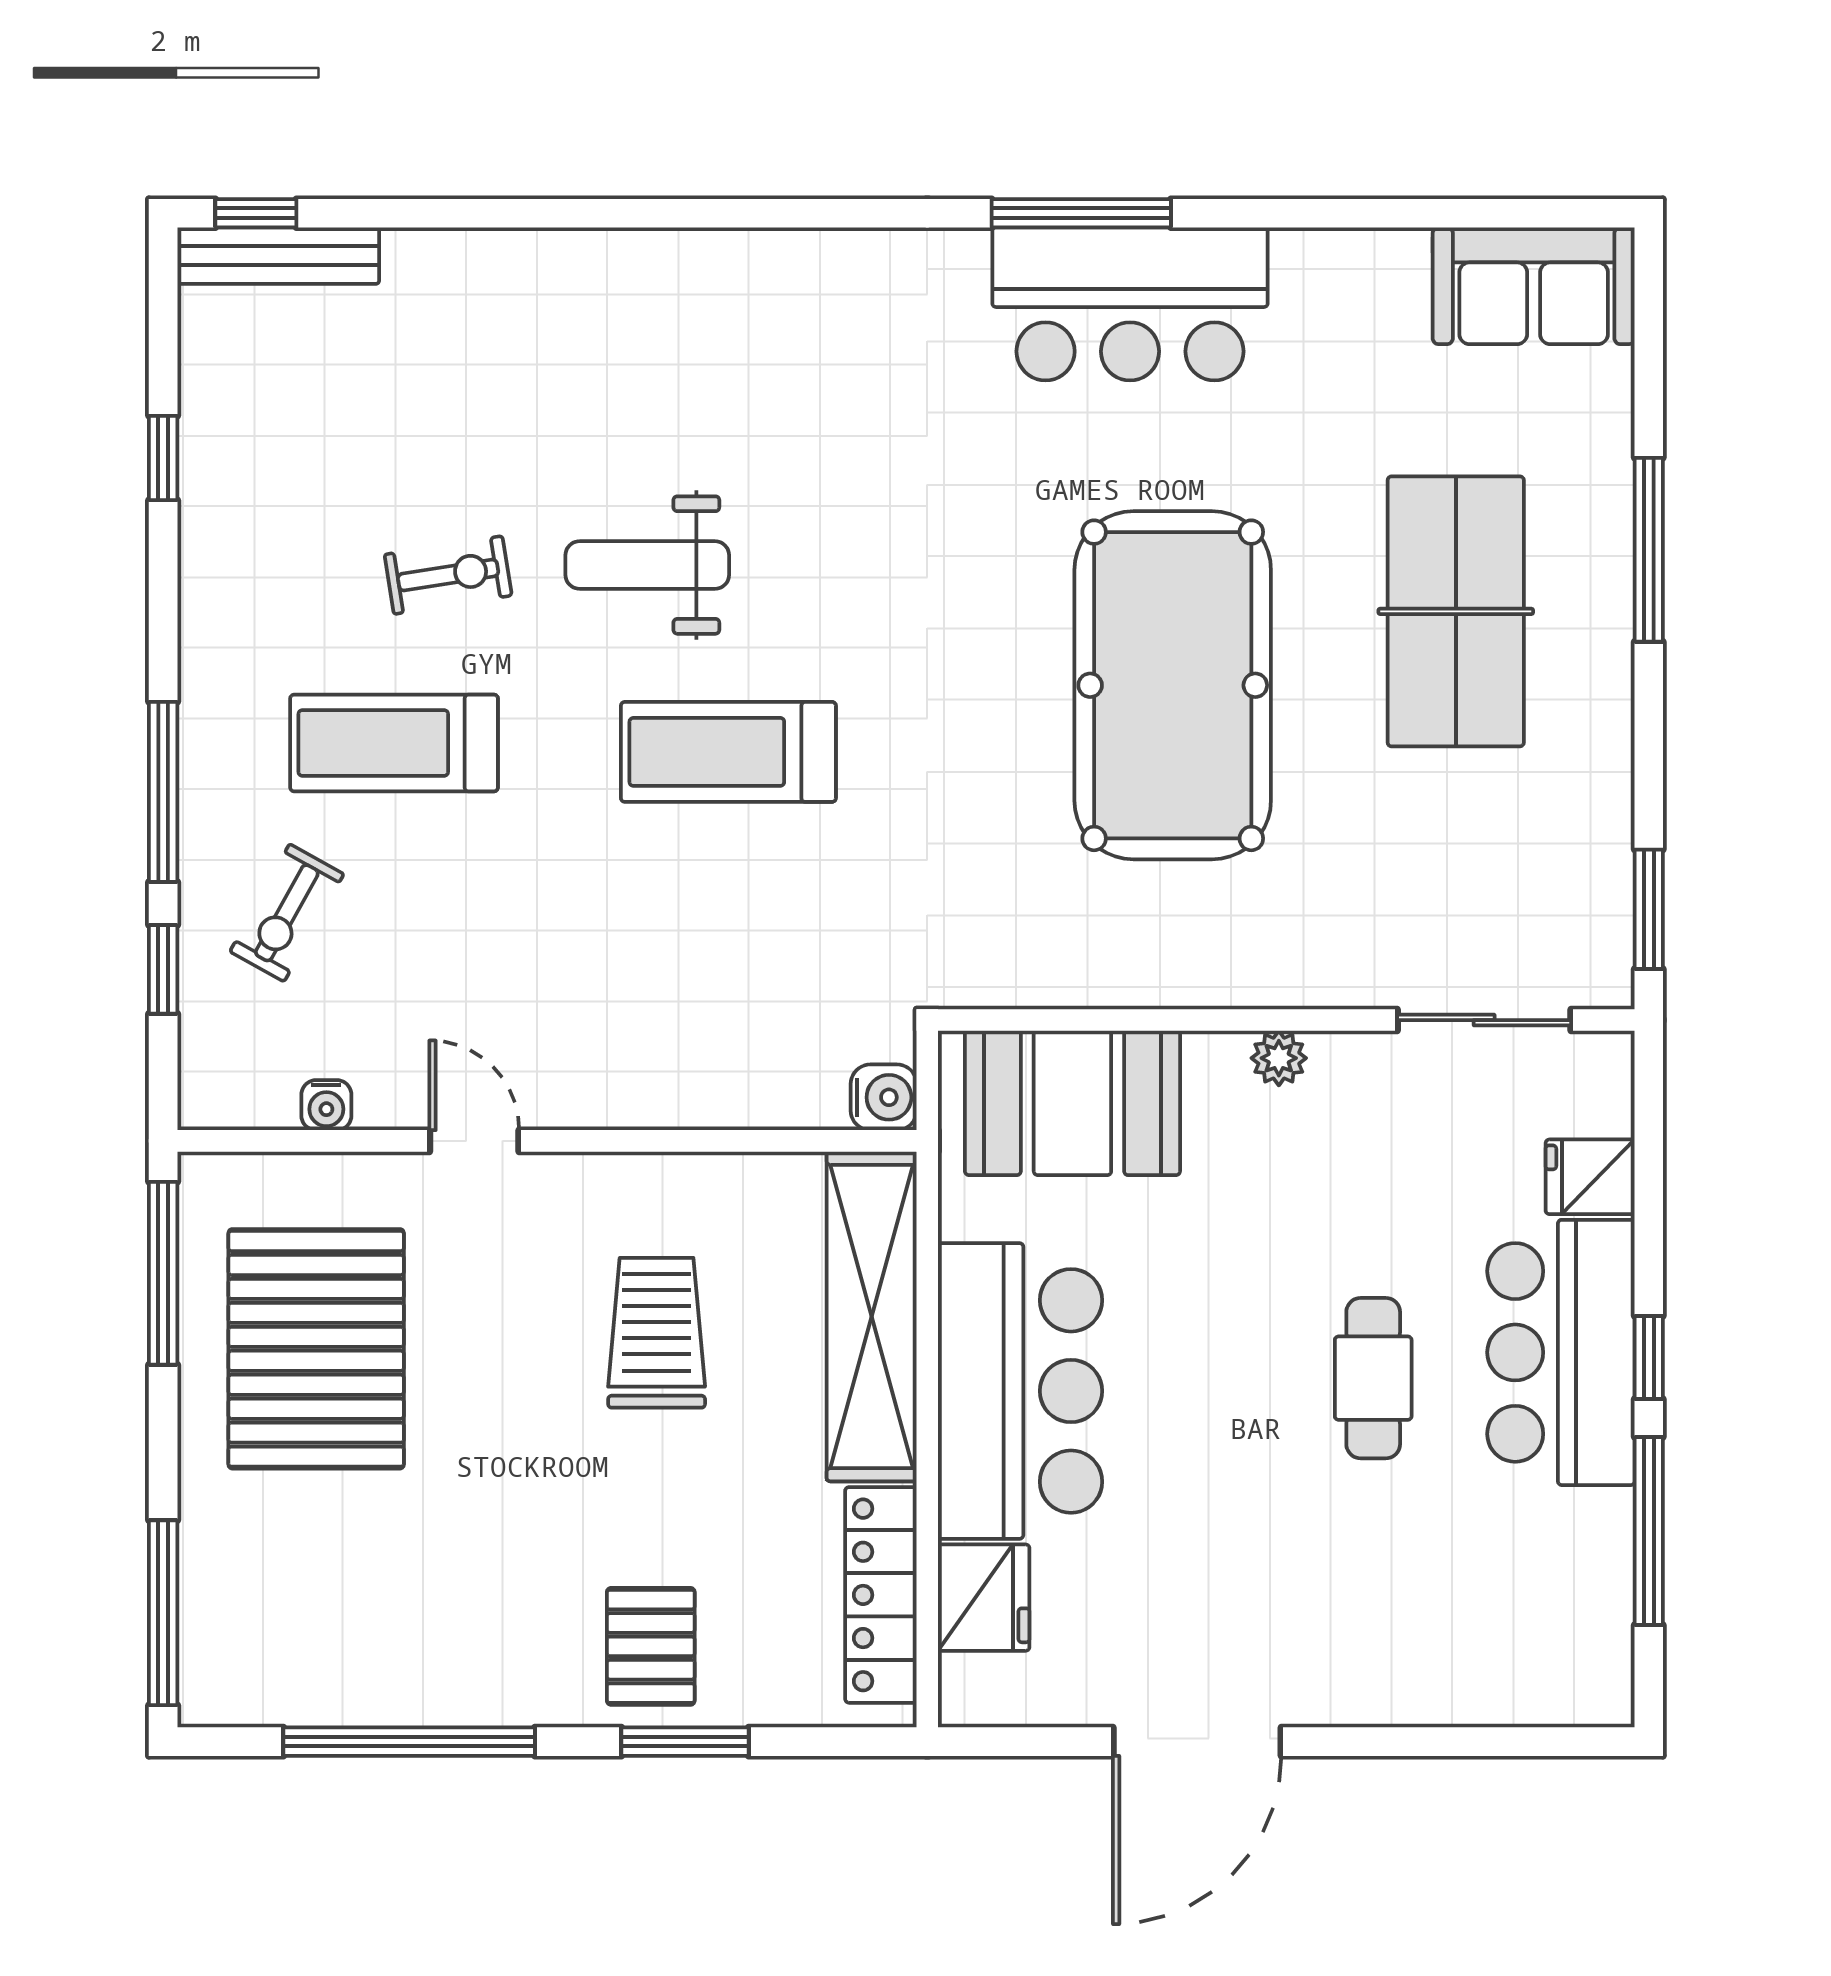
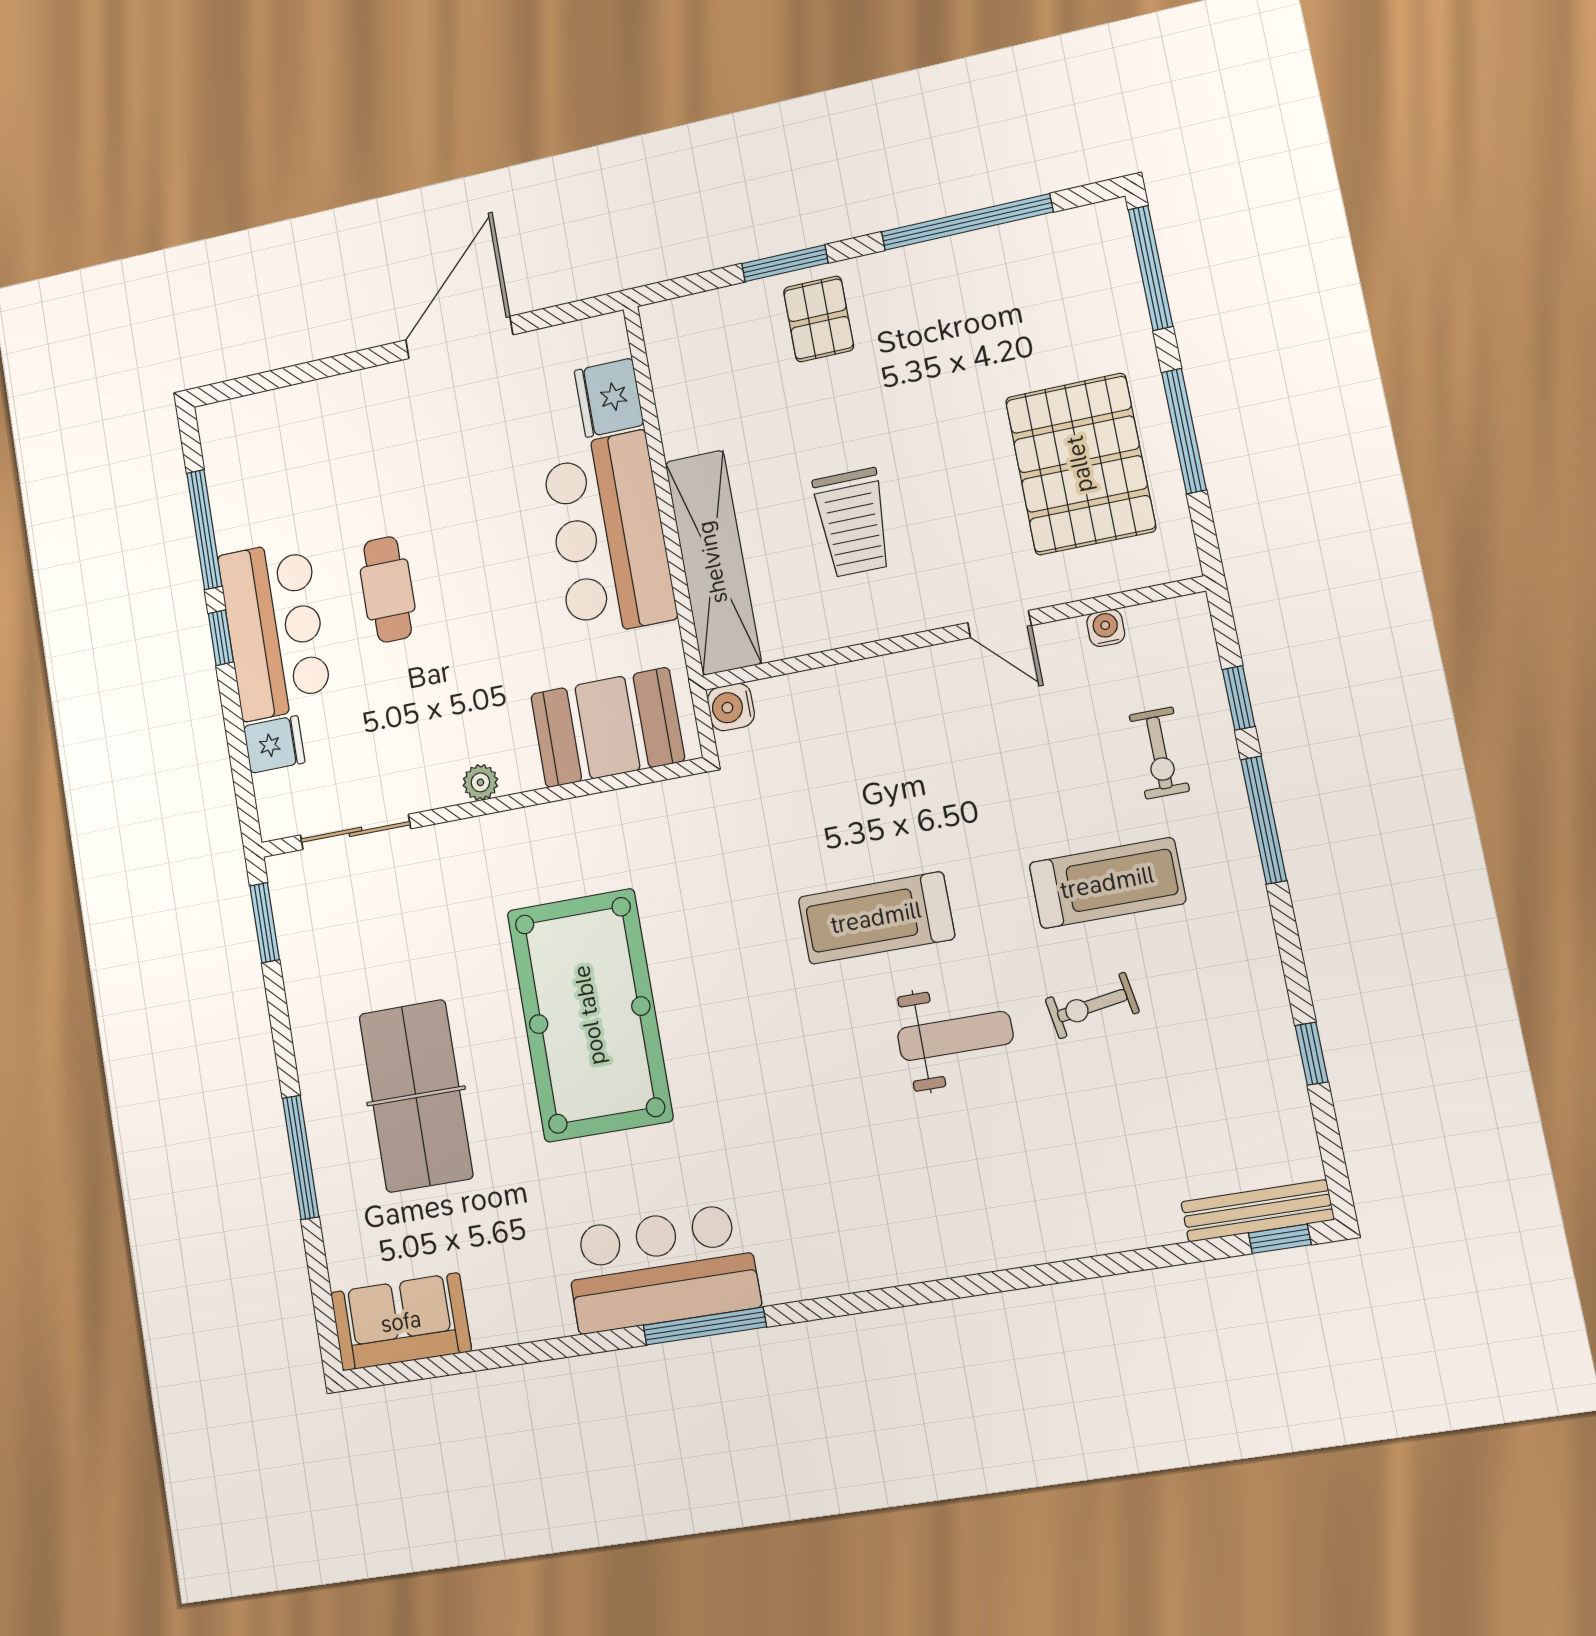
treadmill: (728, 752) -> (876, 918), turned 180
exercise bike: (287, 913) -> (1159, 753), turned 151
window: (163, 1273) -> (1184, 431), moved
locker: (881, 1595) -> (675, 385), removed

